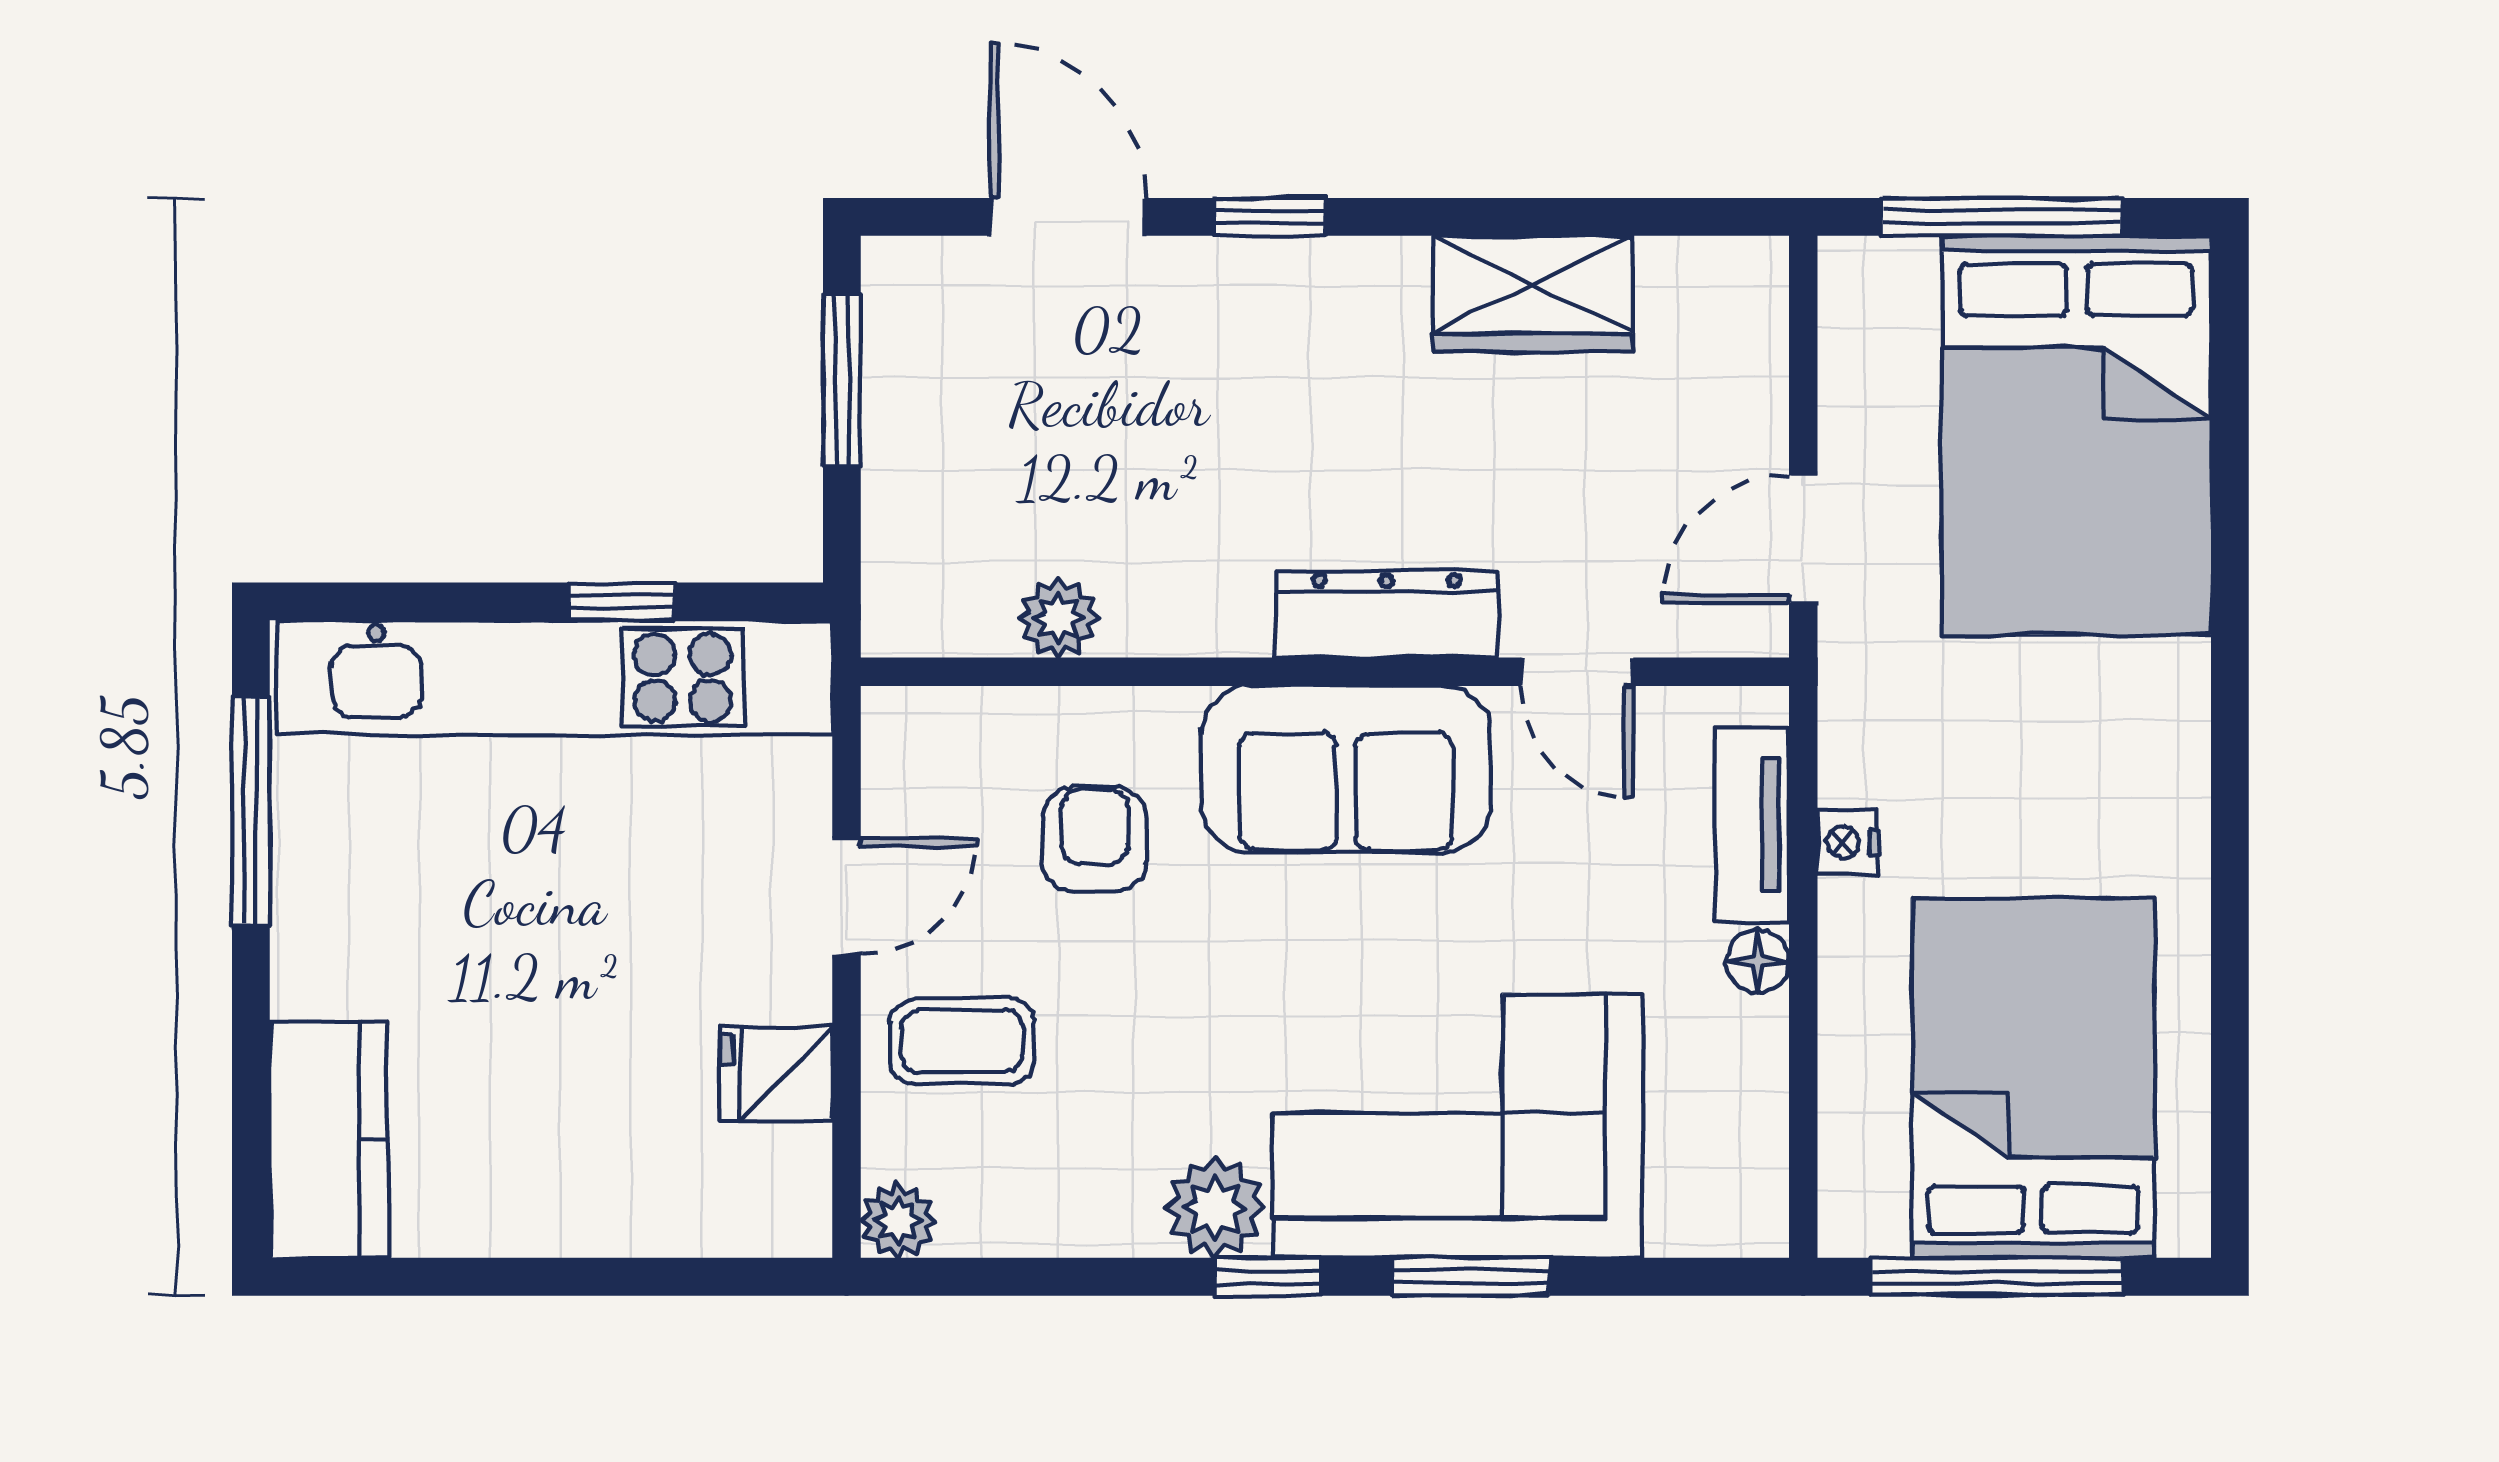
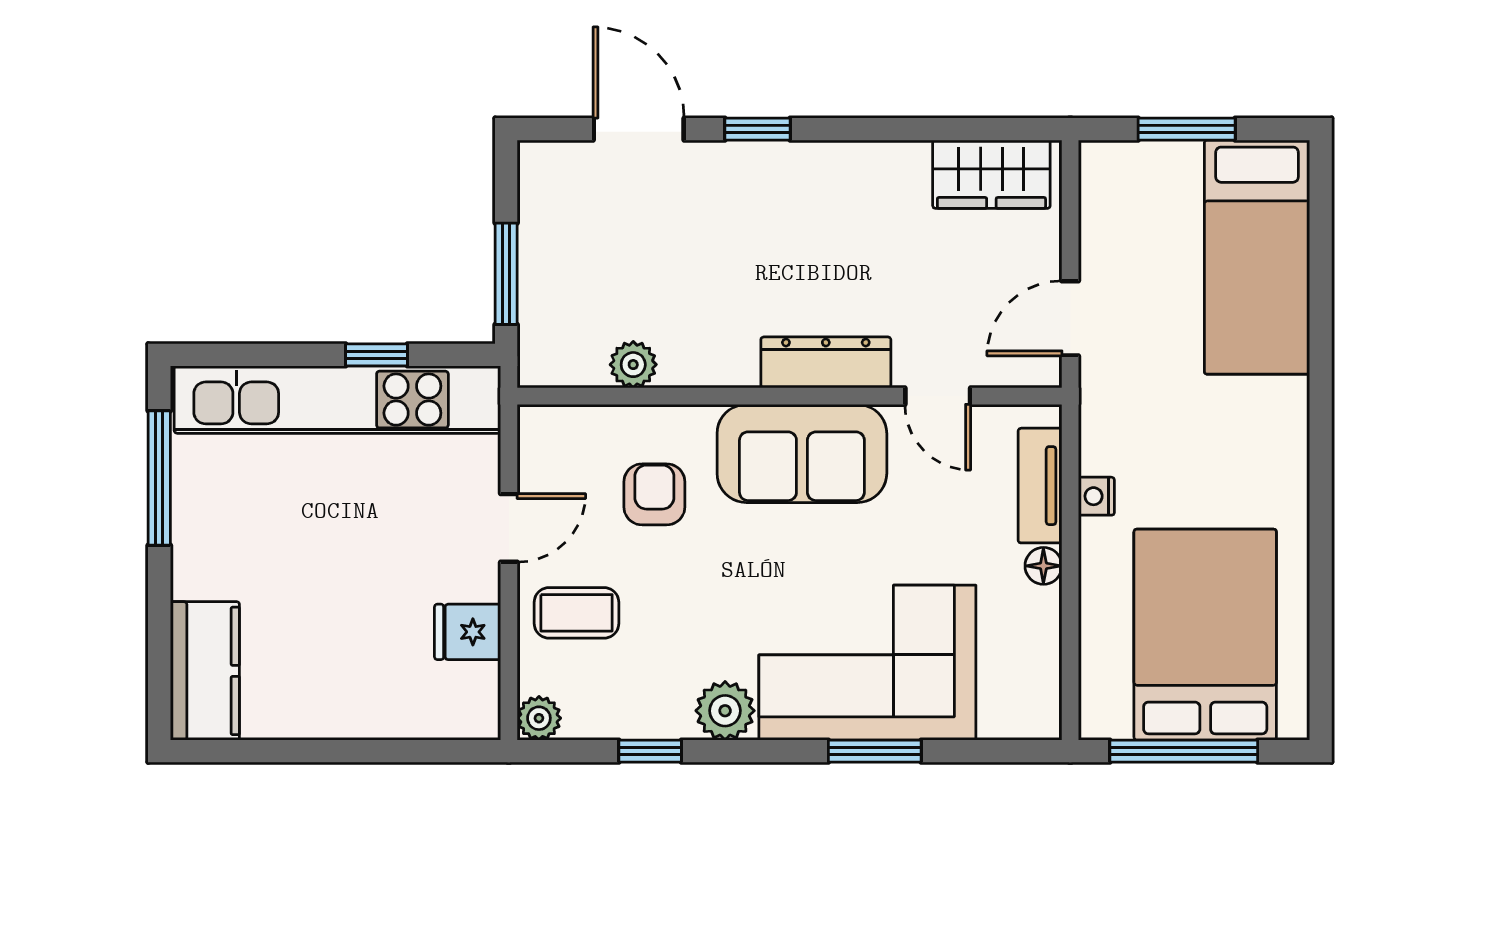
window: (2002, 217) -> (1187, 129), width x0.69
wardrobe: (1533, 294) -> (991, 174), moved
window: (842, 381) -> (506, 274), moved
bed: (2077, 435) -> (1257, 257), width x0.67
window: (1268, 1277) -> (650, 751), moved

